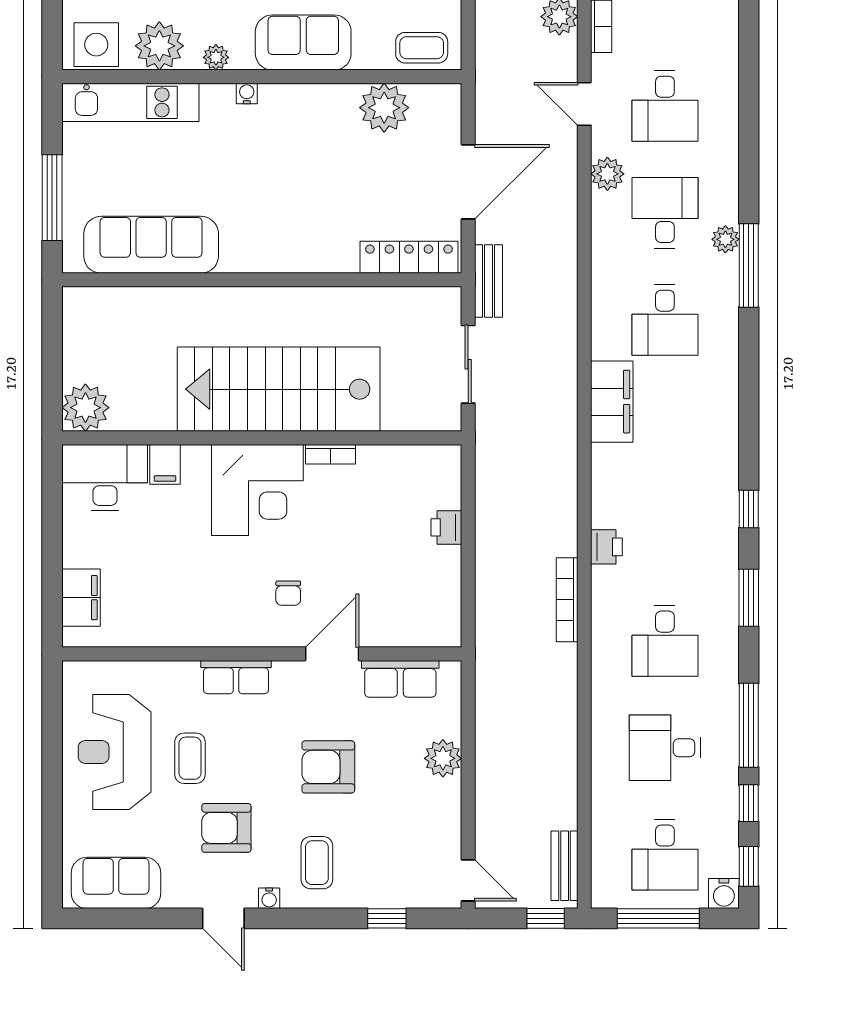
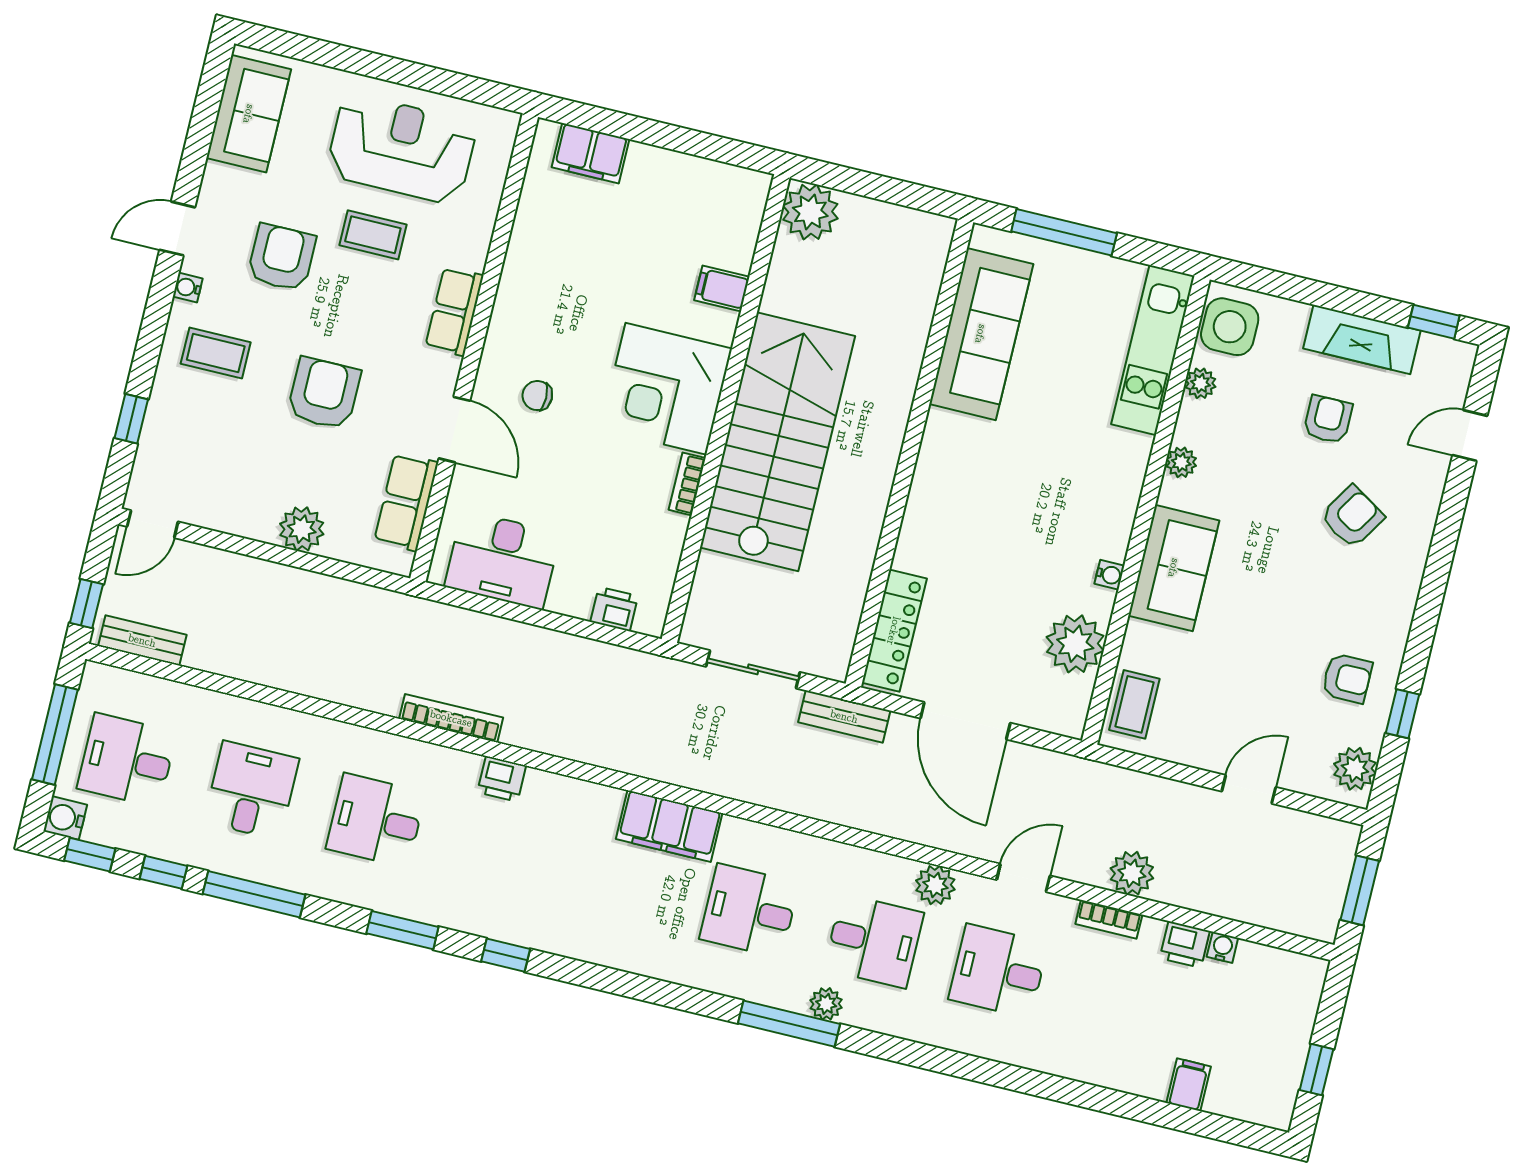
plant: (159, 46) -> (1200, 383), width x0.53, depth x0.53
water cooler: (247, 93) -> (1109, 575), moved
desk: (105, 478) -> (502, 560), moved, turned 90
printer: (446, 527) -> (614, 609), moved

